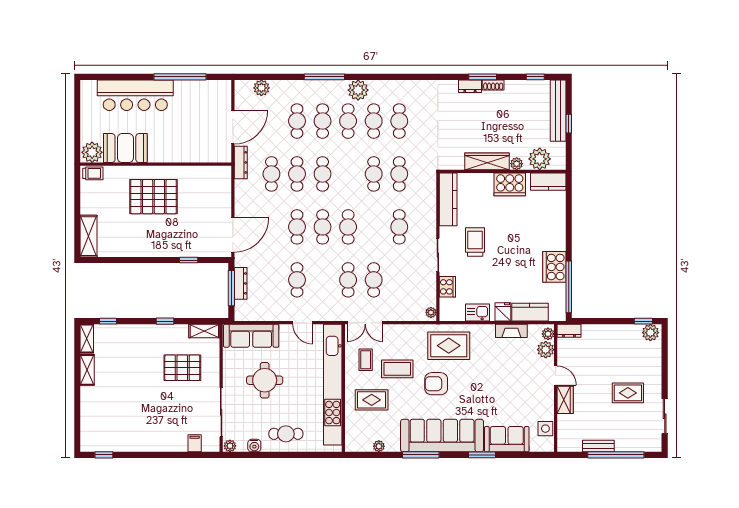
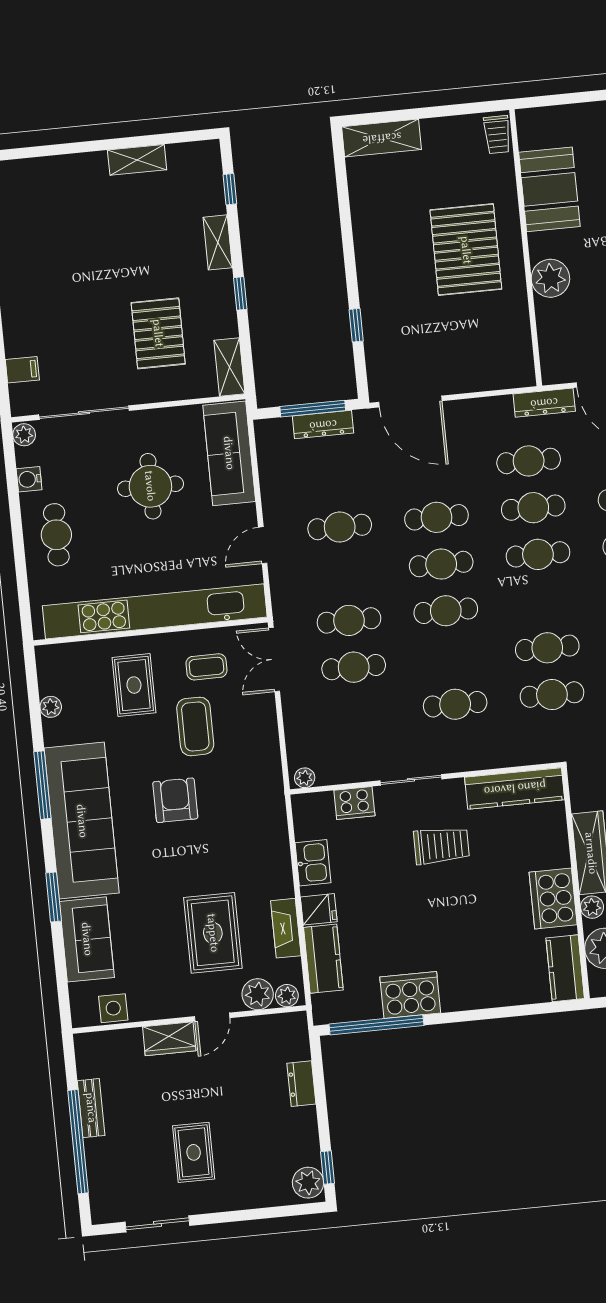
plant: (92, 152) -> (550, 278), moved
dresser: (569, 331) -> (301, 1084), moved
shelving: (87, 339) -> (218, 242), moved, turned 90
rug: (449, 346) -> (213, 933), moved

